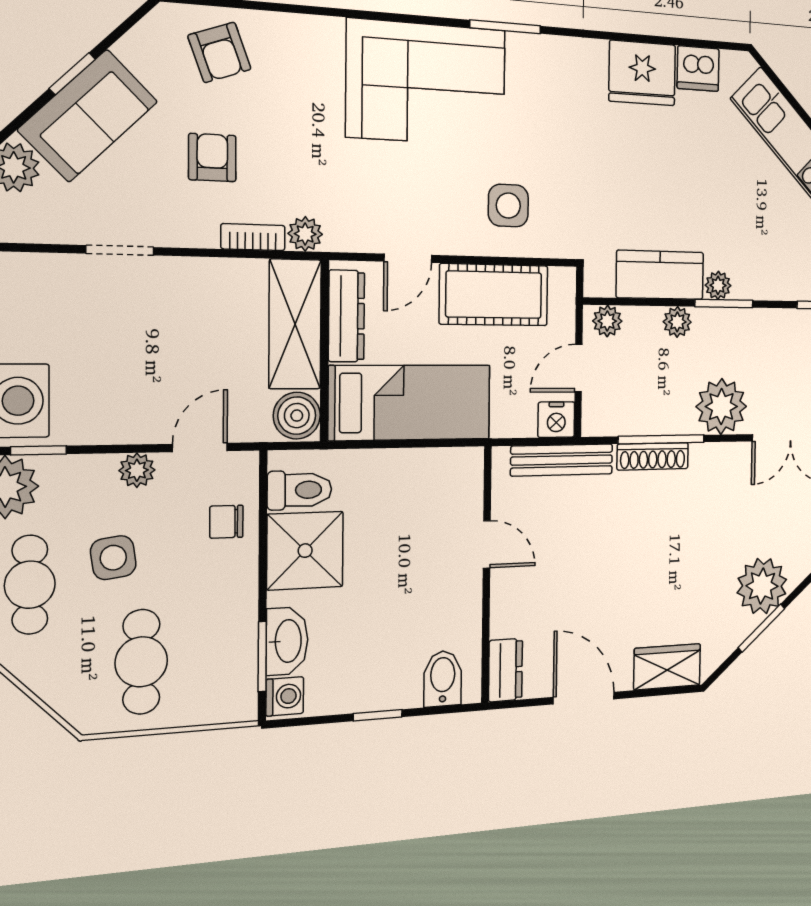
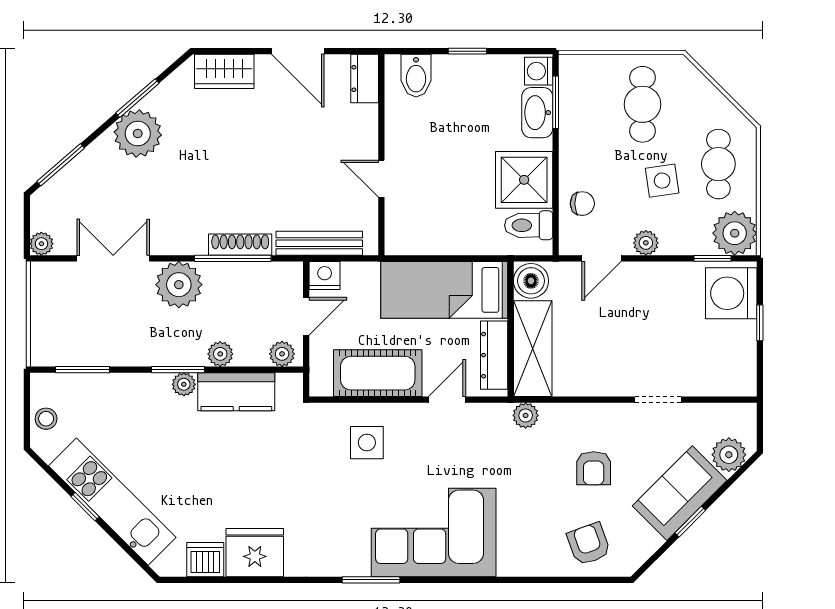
bookcase: (253, 237) -> (564, 412), removed

